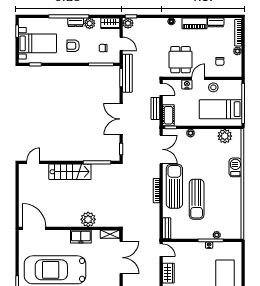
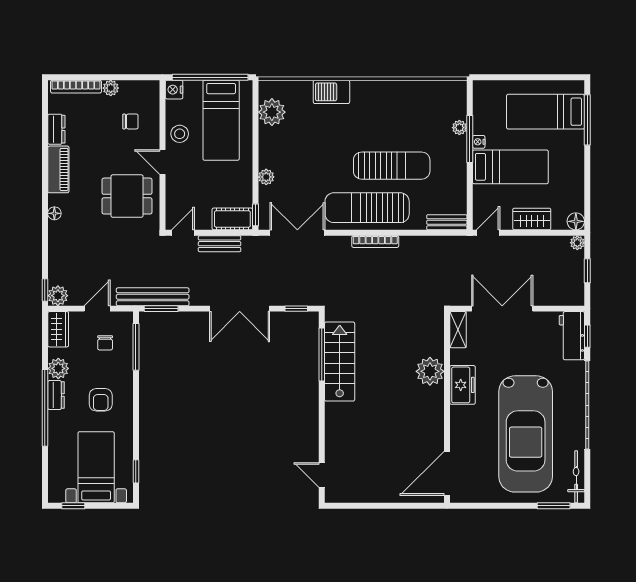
nightstand: (187, 84) -> (174, 90), moved
stairs: (70, 172) -> (340, 362), moved
bed: (196, 262) -> (510, 167), added

